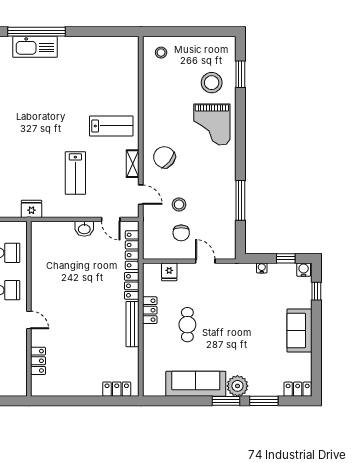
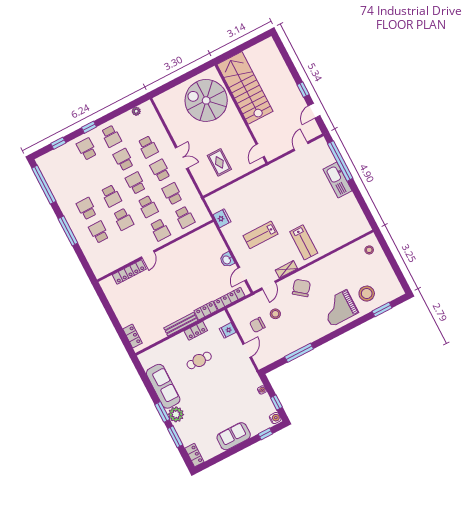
kitchen sink: (35, 47) -> (338, 180), moved
locker: (38, 361) -> (129, 272), width x1.53

